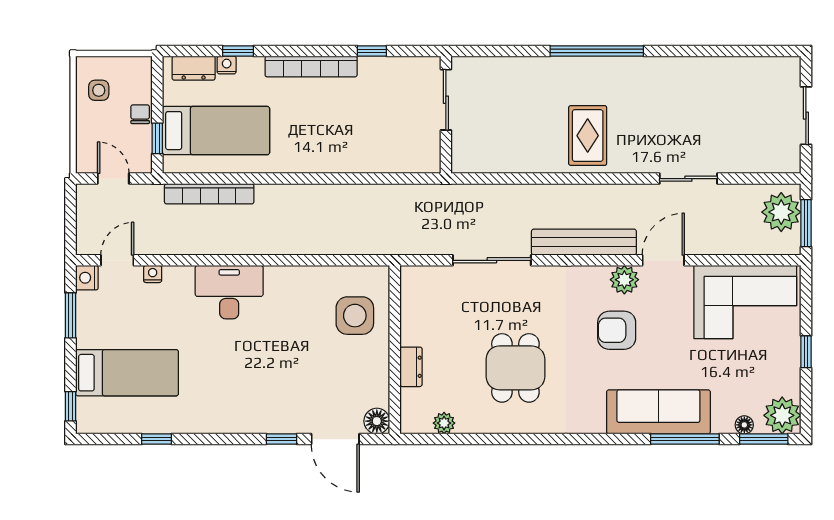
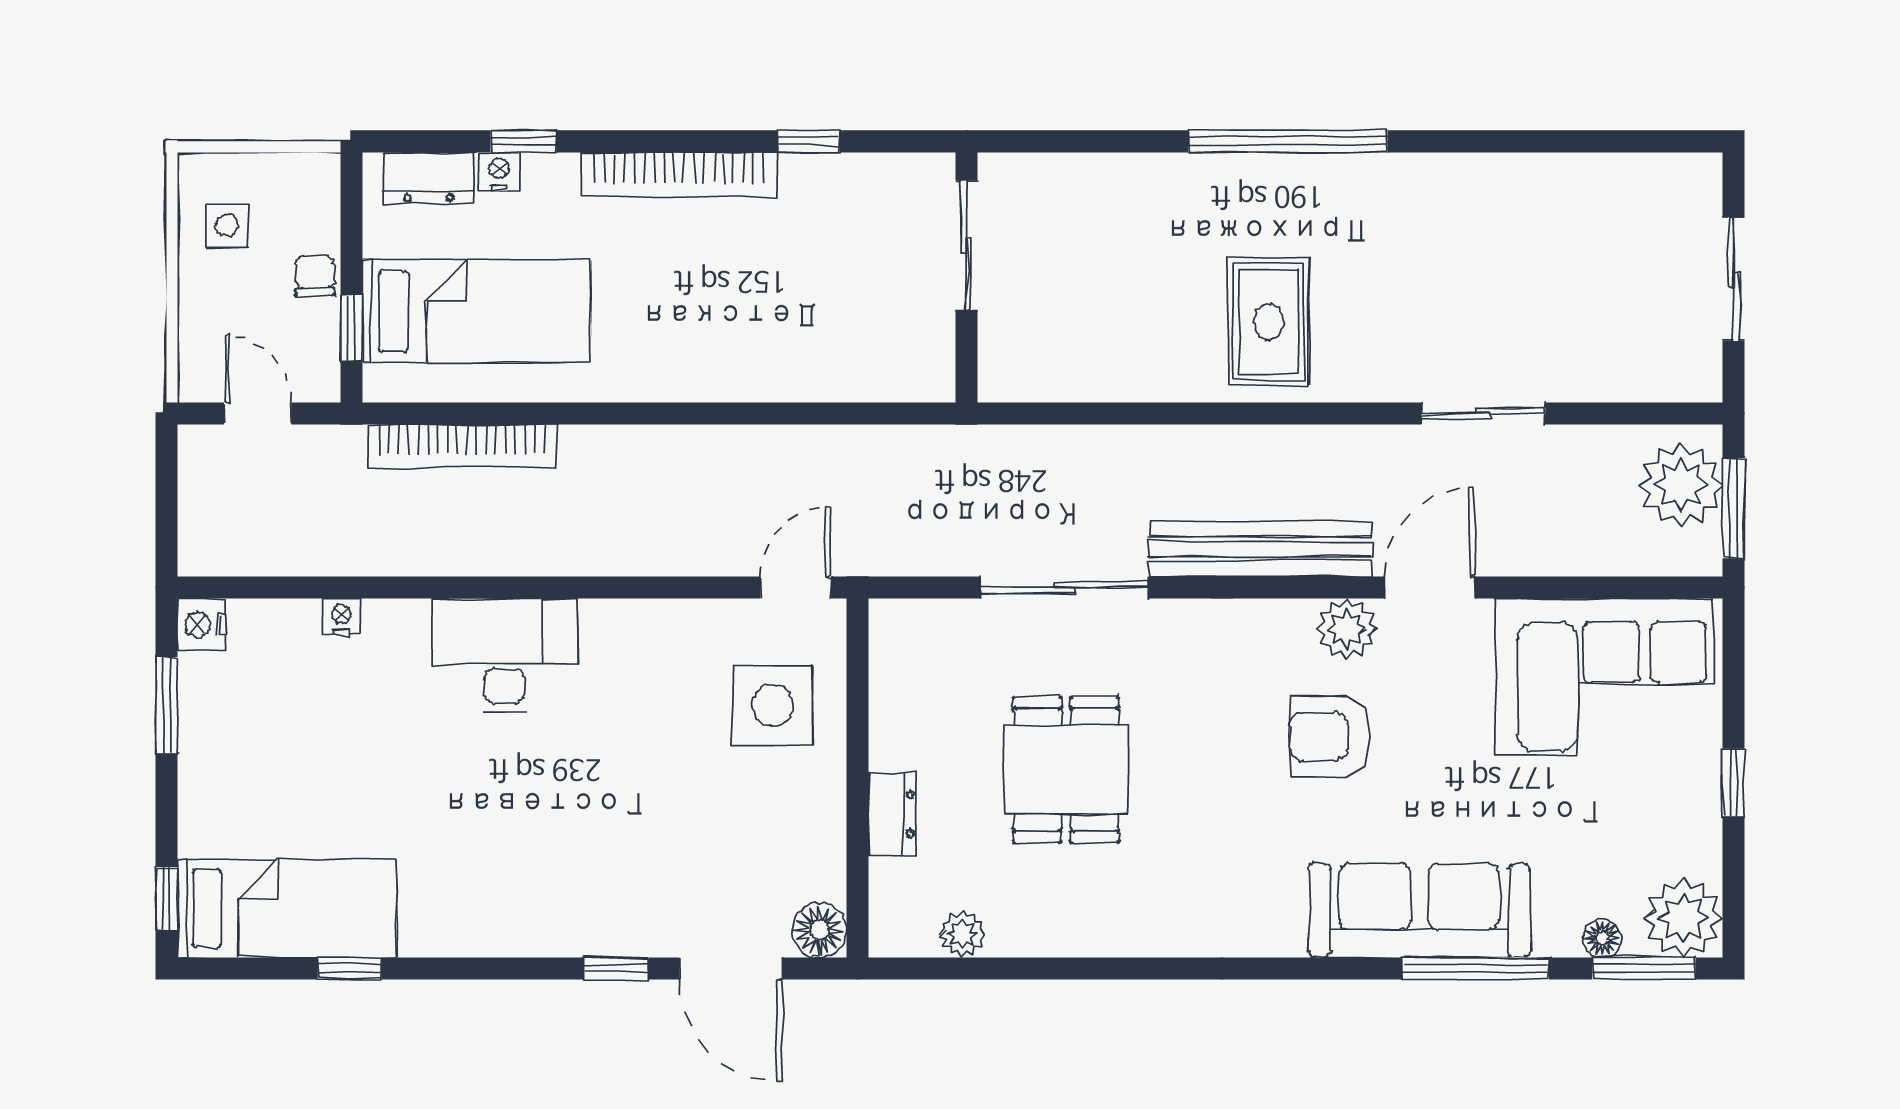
door: (117, 260) -> (796, 588), moved
dining table: (515, 368) -> (1066, 769), moved
bed: (127, 373) -> (287, 908), moved

